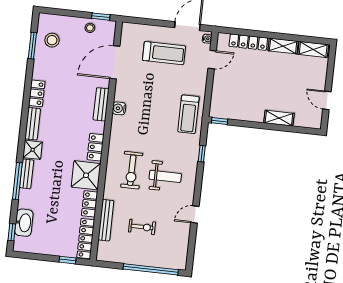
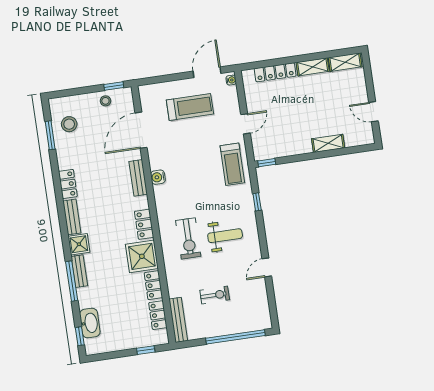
door: (212, 60) -> (245, 124), moved
bench: (106, 220) -> (178, 320), moved
locker: (86, 239) -> (158, 315), width x0.66

